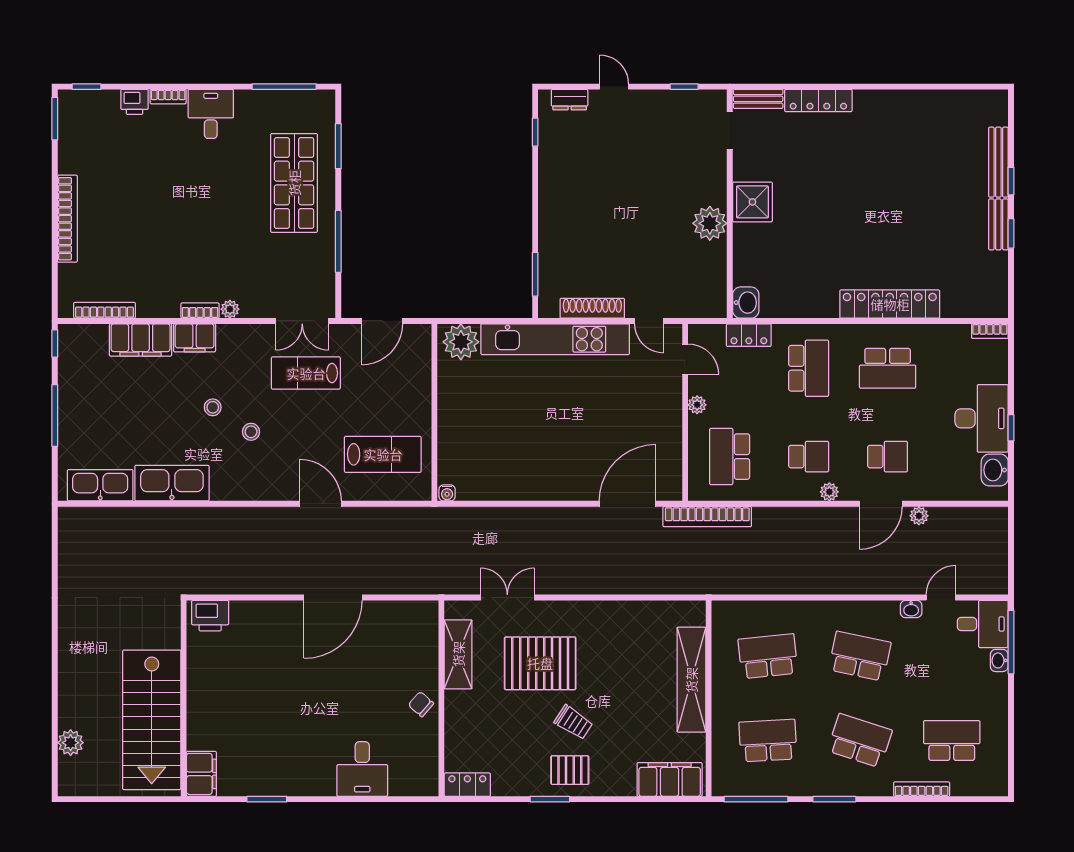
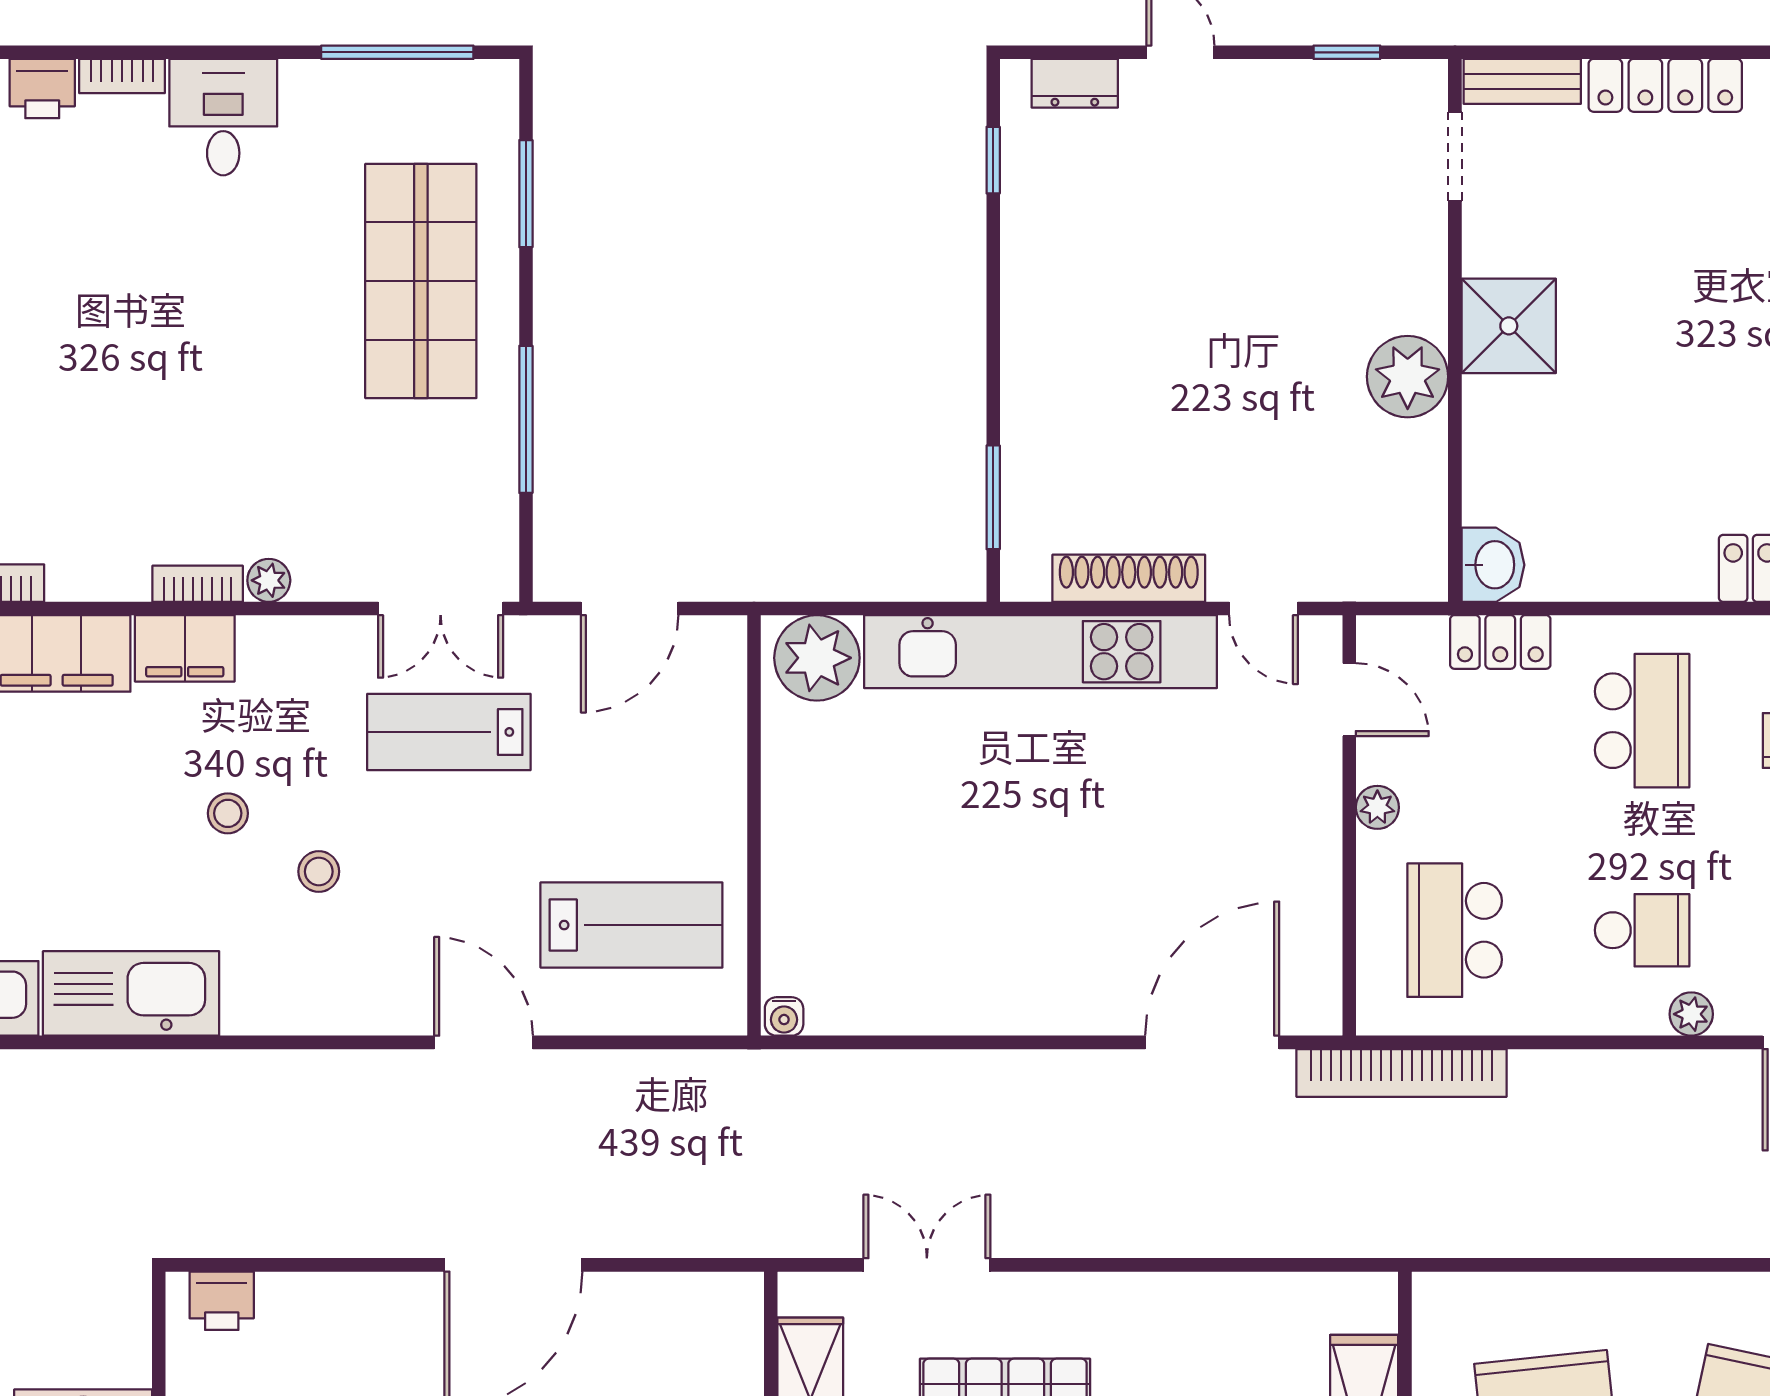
printer: (210, 616) -> (222, 1301), width x0.73, depth x0.81

